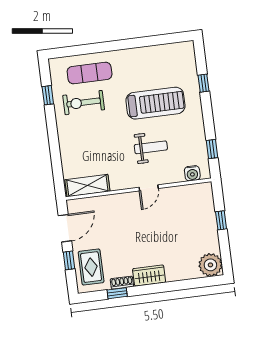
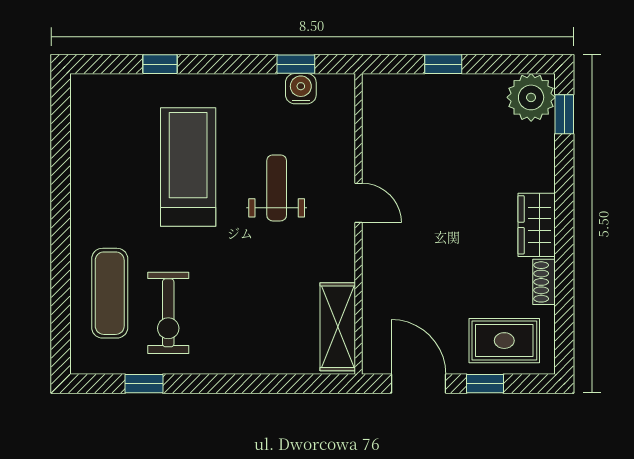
water cooler: (192, 173) -> (301, 89), moved, turned -90
window: (117, 293) -> (564, 114), moved

